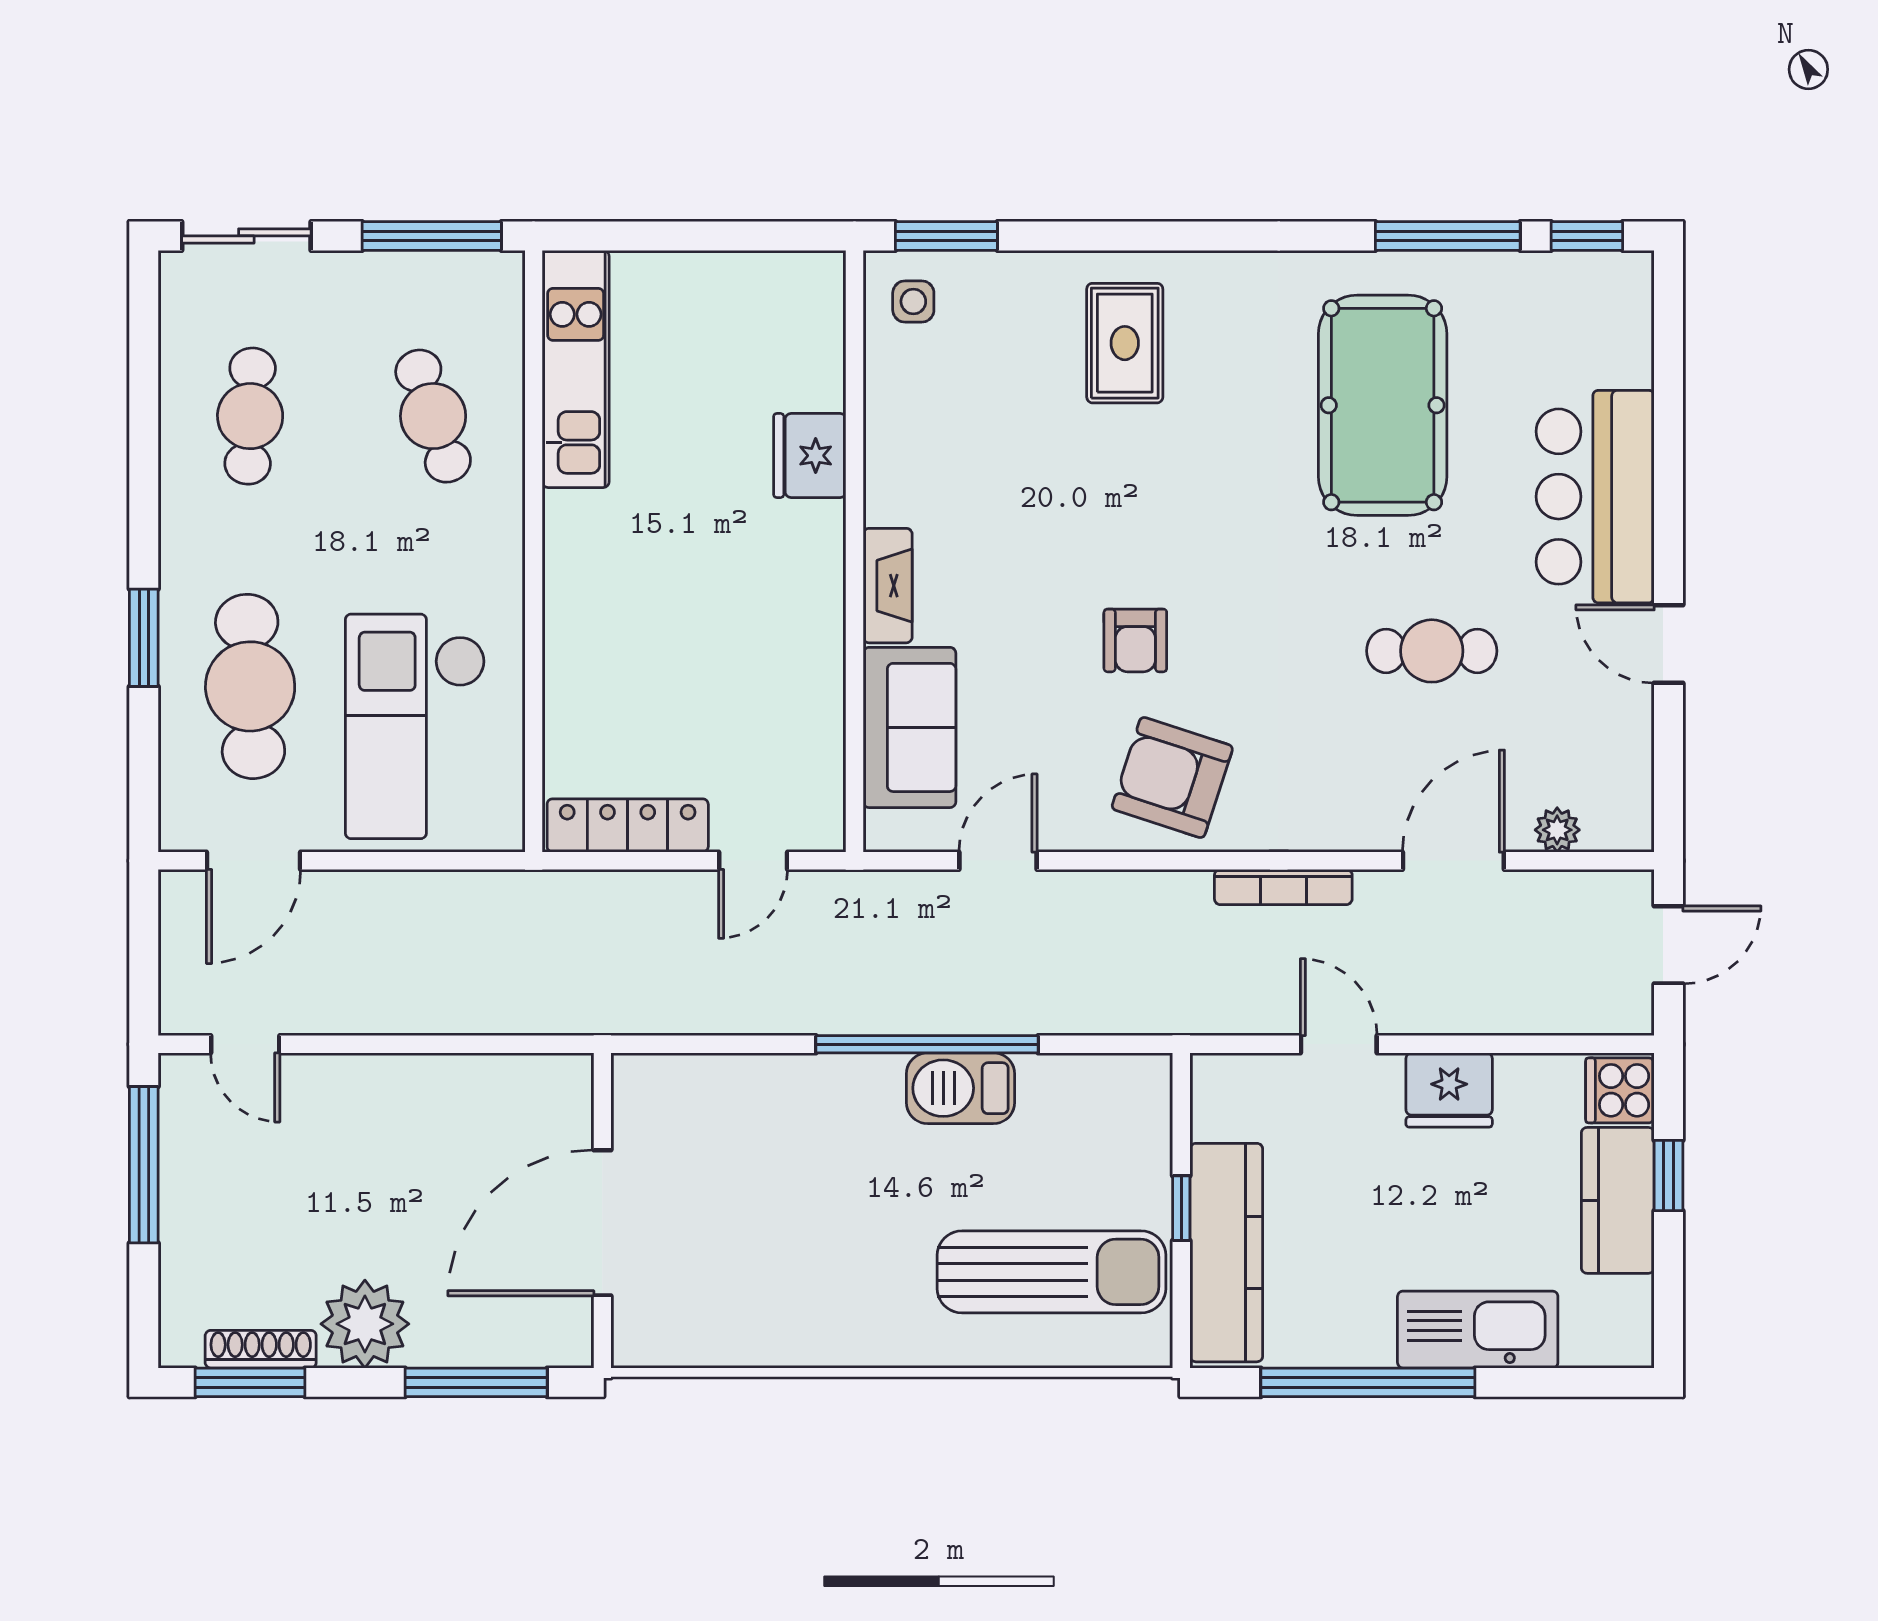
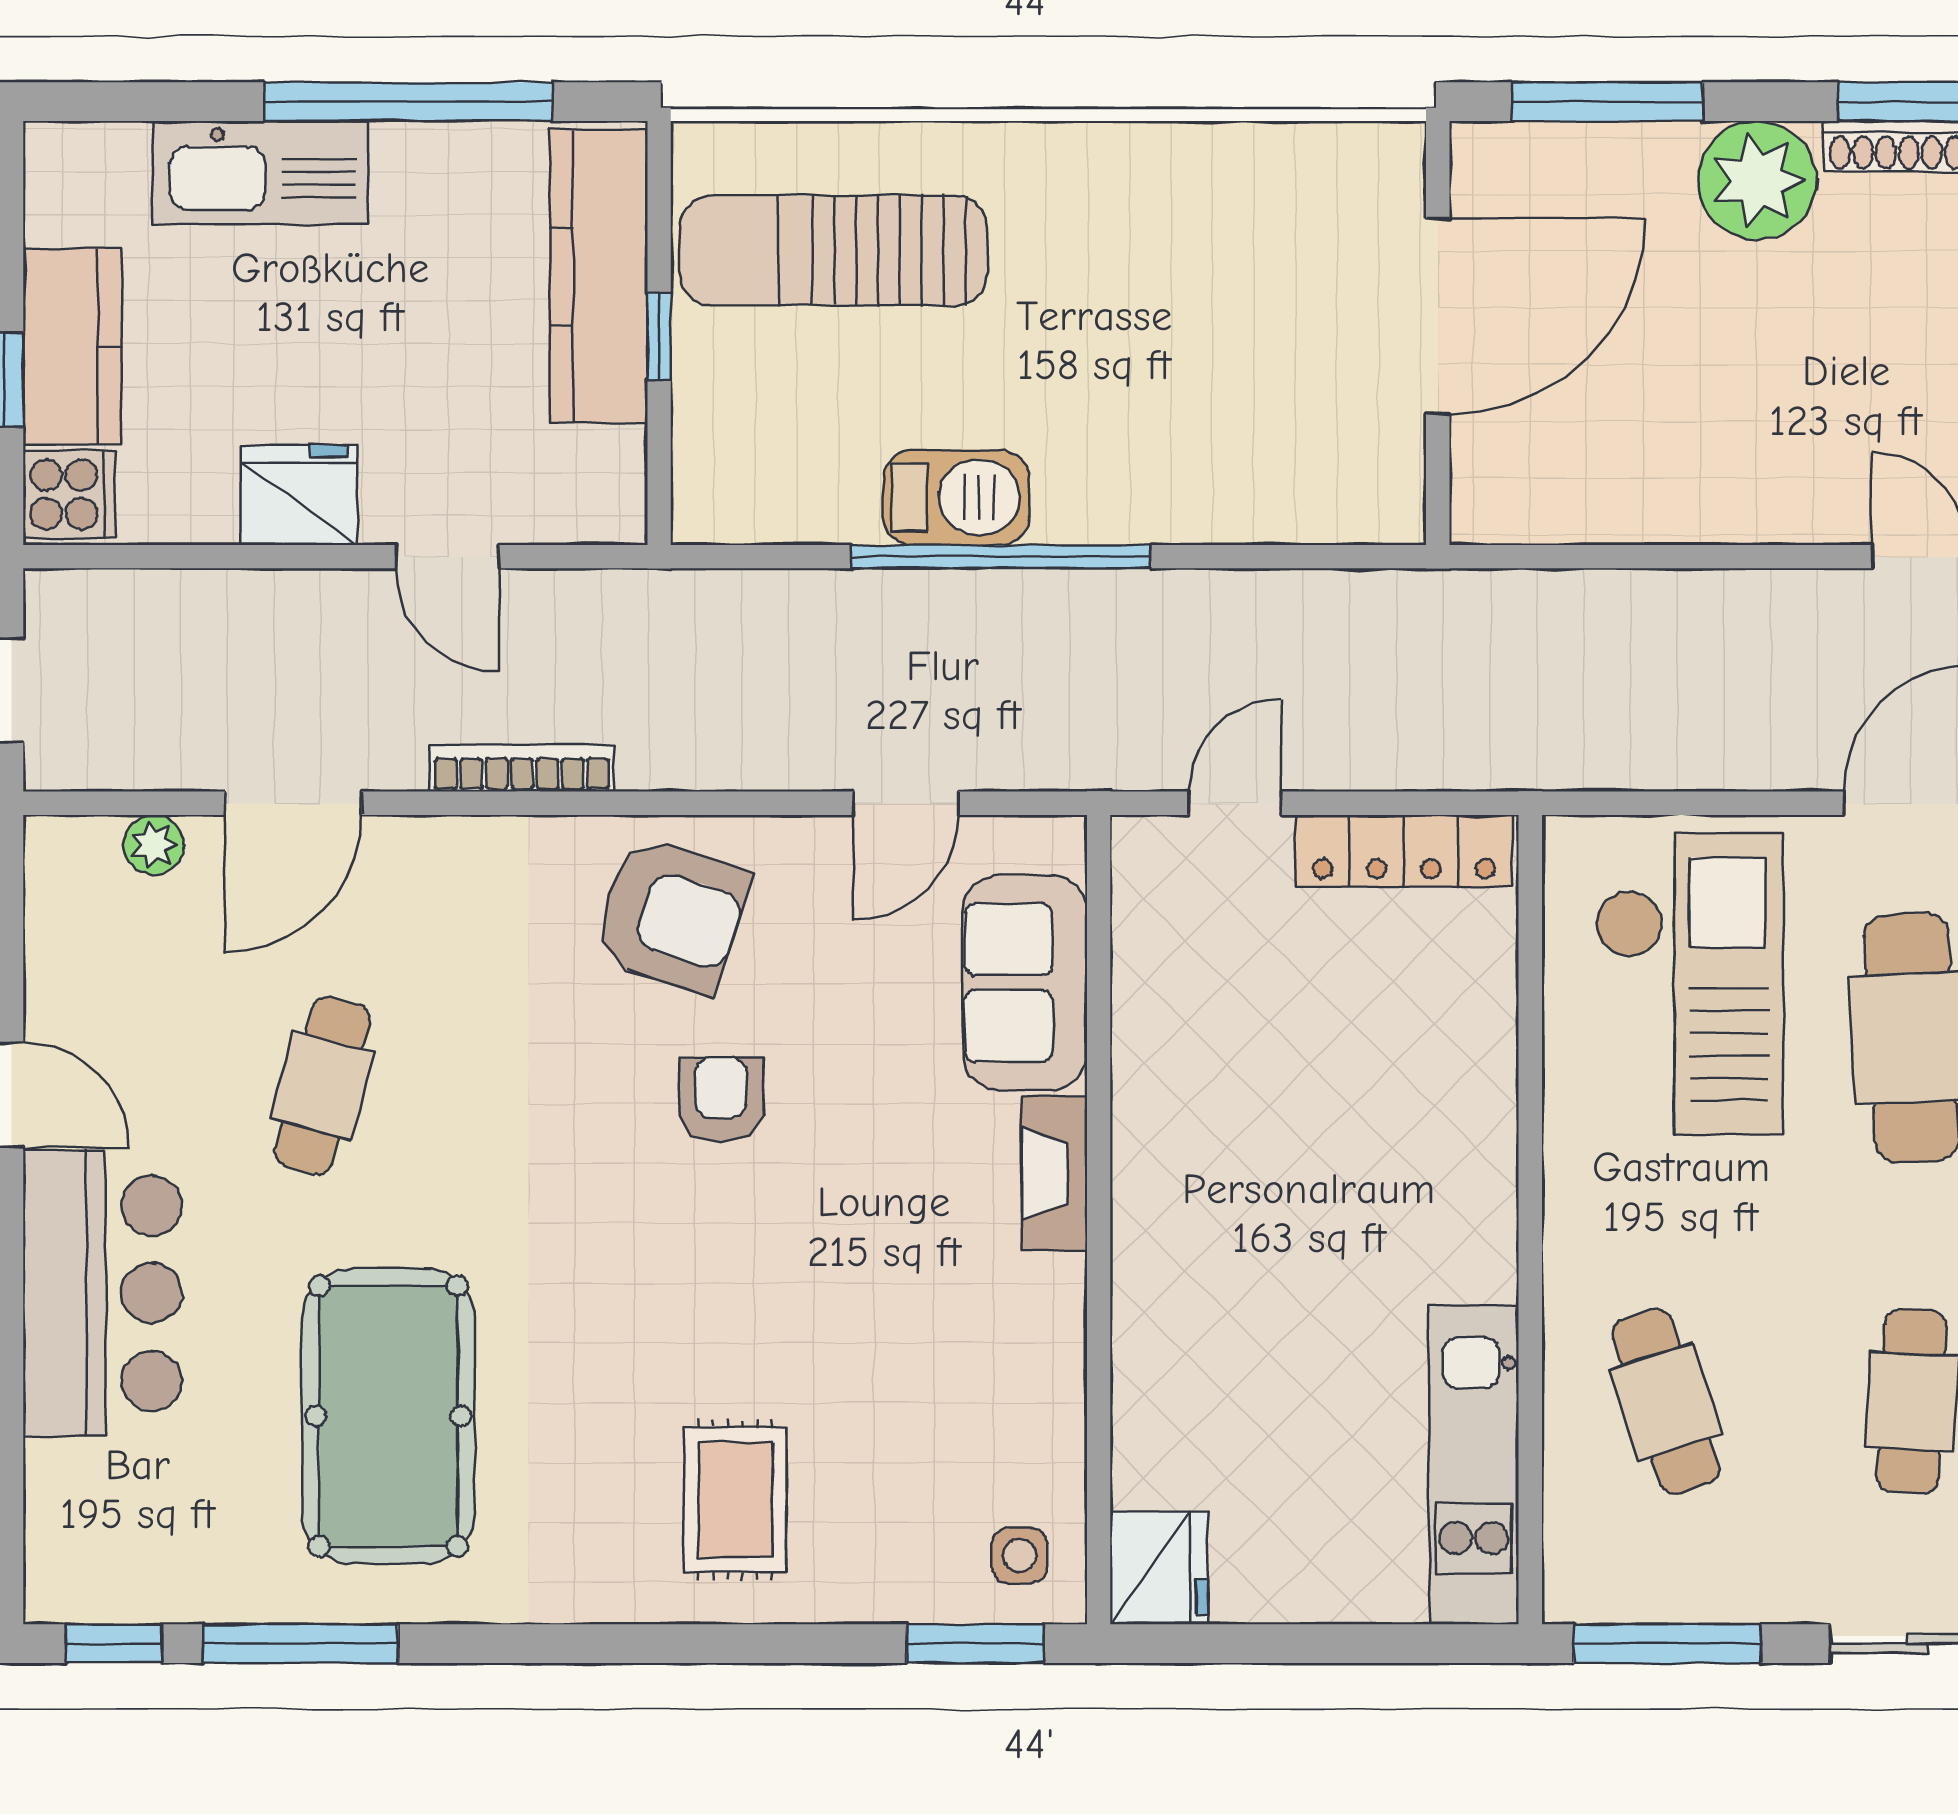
fridge: (810, 456) -> (1159, 1568), moved
cafe table: (1432, 651) -> (322, 1086), turned -75

